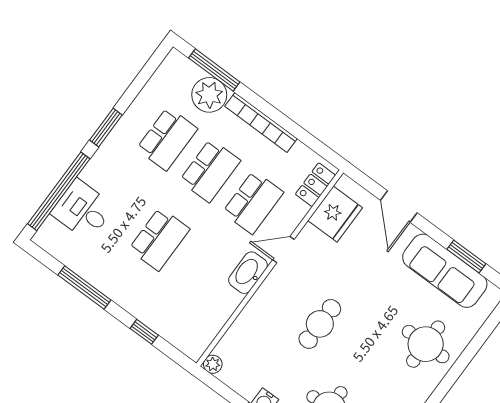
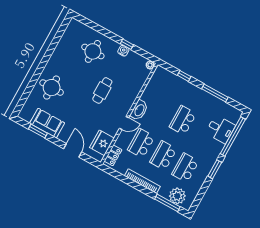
plant: (209, 95) -> (177, 196), moved
sofa: (445, 271) -> (47, 123), width x0.73

